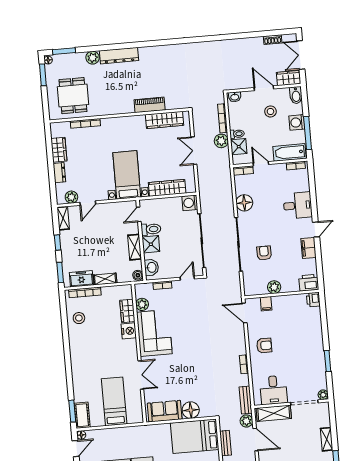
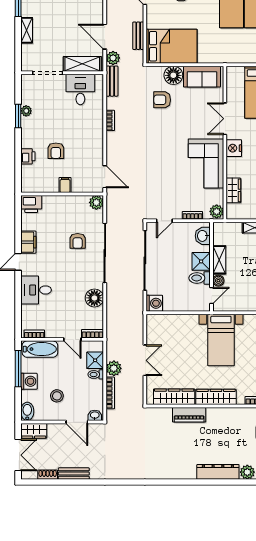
bench: (249, 43) -> (74, 474), added
door: (264, 88) -> (77, 422), moved
wardrobe: (167, 188) -> (216, 397), moved, turned 180
boiler: (138, 275) -> (218, 281), moved
plant: (274, 287) -> (96, 202), moved
printer: (313, 300) -> (28, 156), moved
plant: (142, 304) -> (217, 211), moved
filing cabinet: (266, 304) -> (65, 185), moved
nightstand: (129, 331) -> (234, 148), moved
armchair: (264, 345) -> (56, 151), moved, turned -90
armchair: (199, 387) -> (162, 100), added
plant: (323, 395) -> (26, 111), moved

